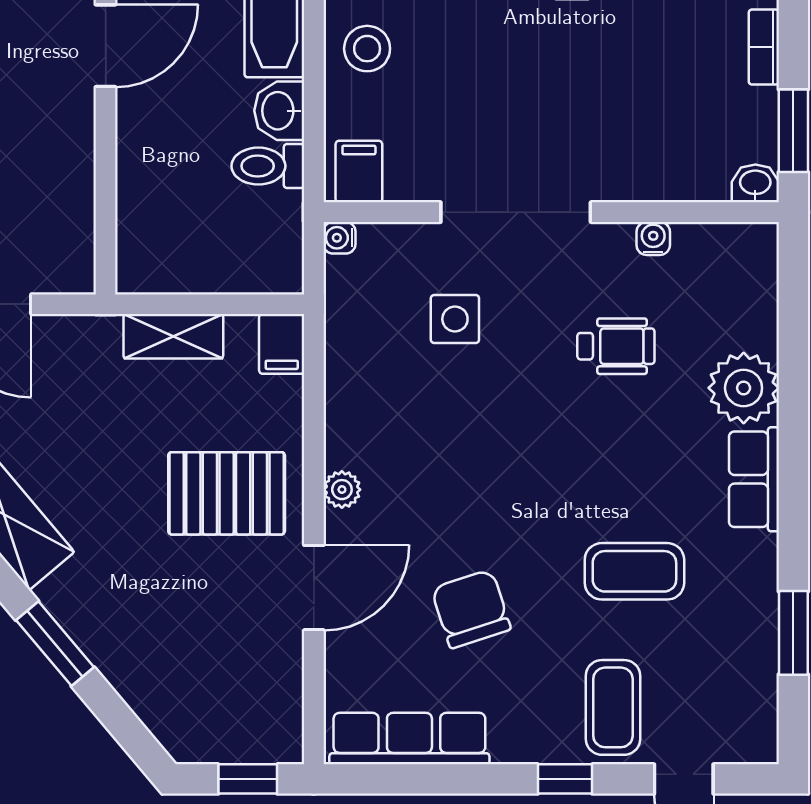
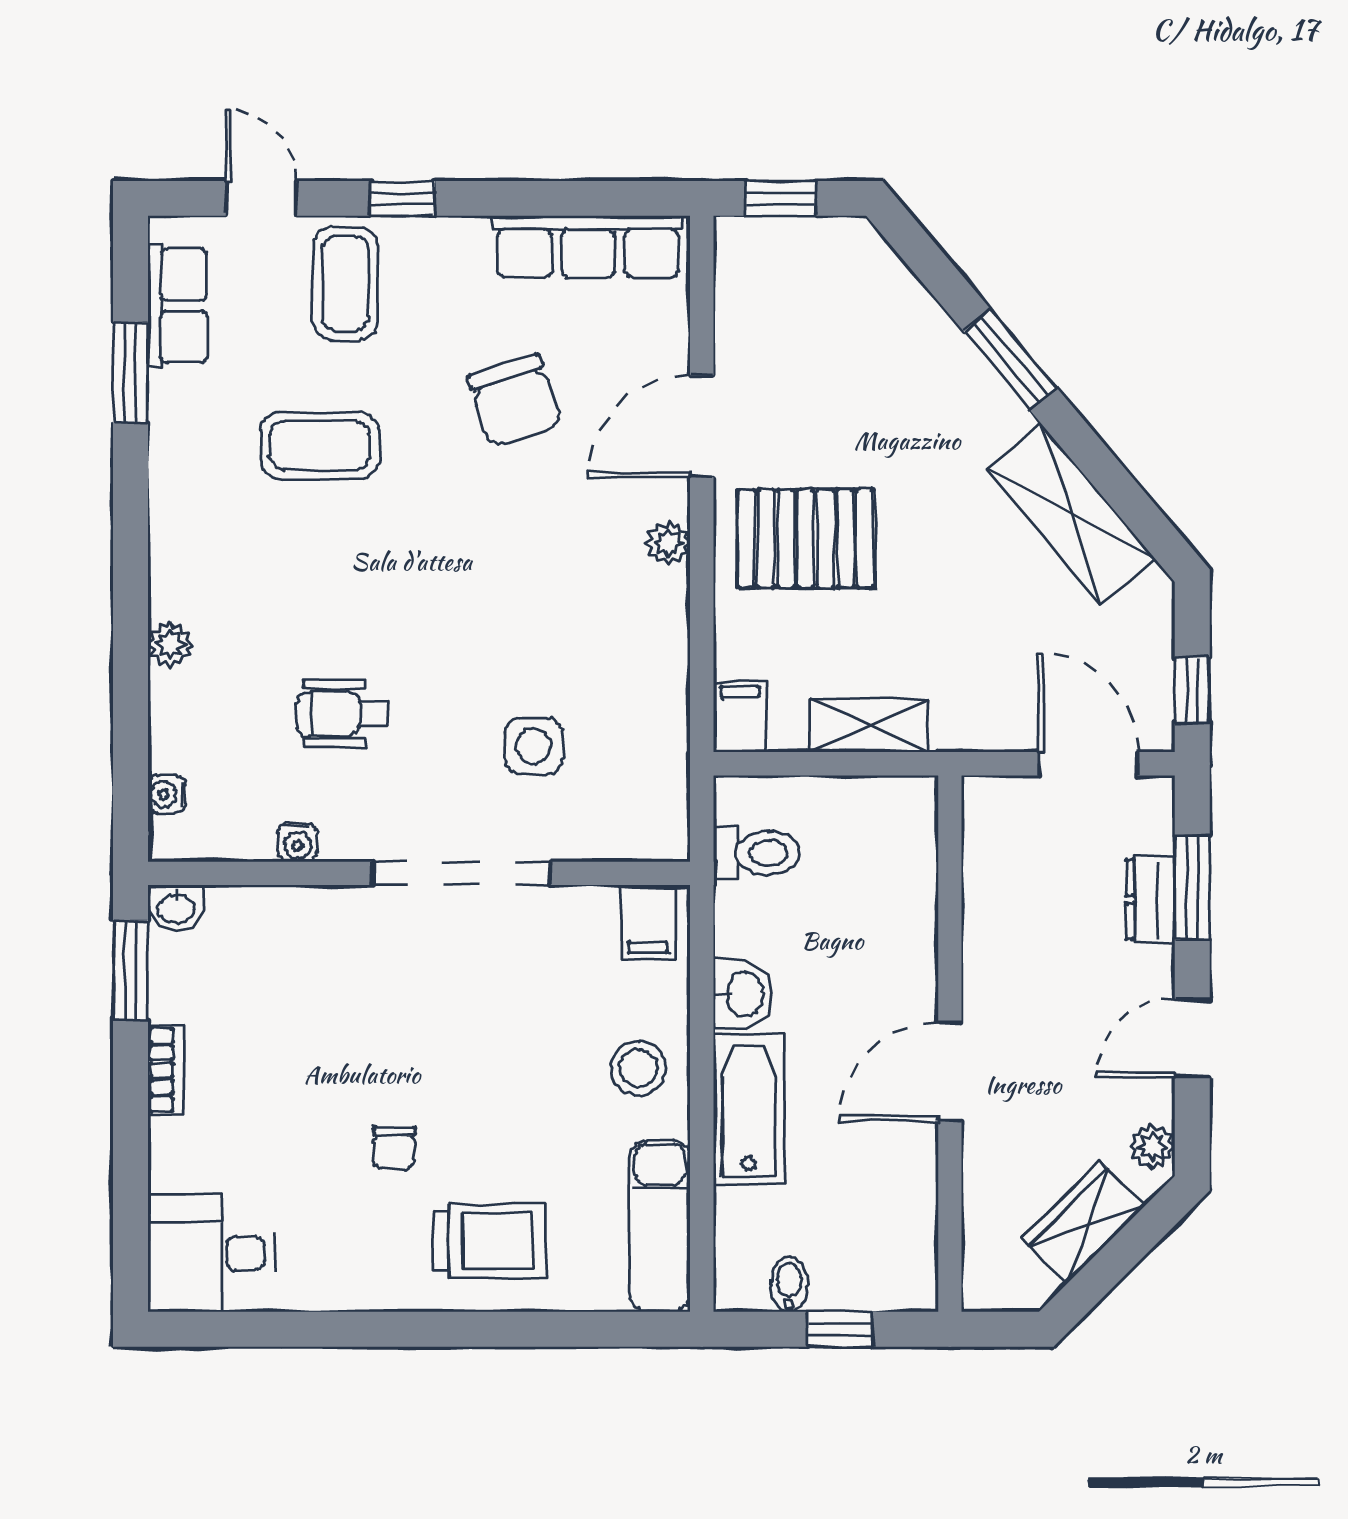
toilet: (268, 166) -> (757, 853), moved
water cooler: (339, 238) -> (167, 794), moved, turned 180
plant: (744, 388) -> (170, 644), width x0.53, depth x0.53
row of seats: (754, 479) -> (178, 306), moved

